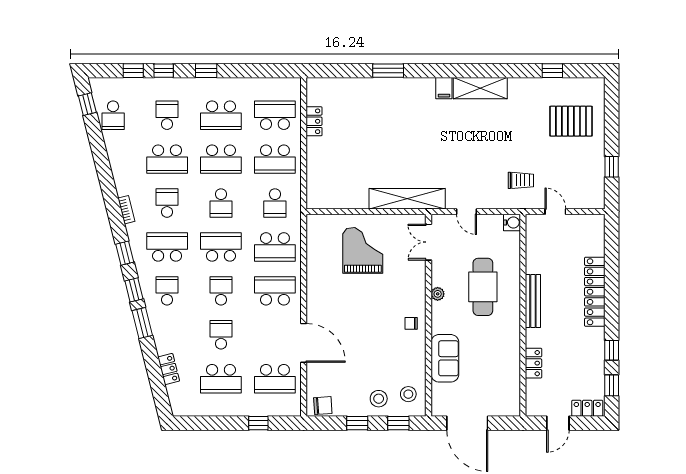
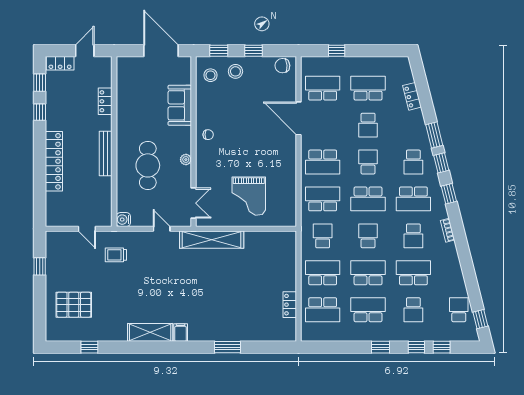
school desk: (221, 291) -> (368, 162), turned 180

